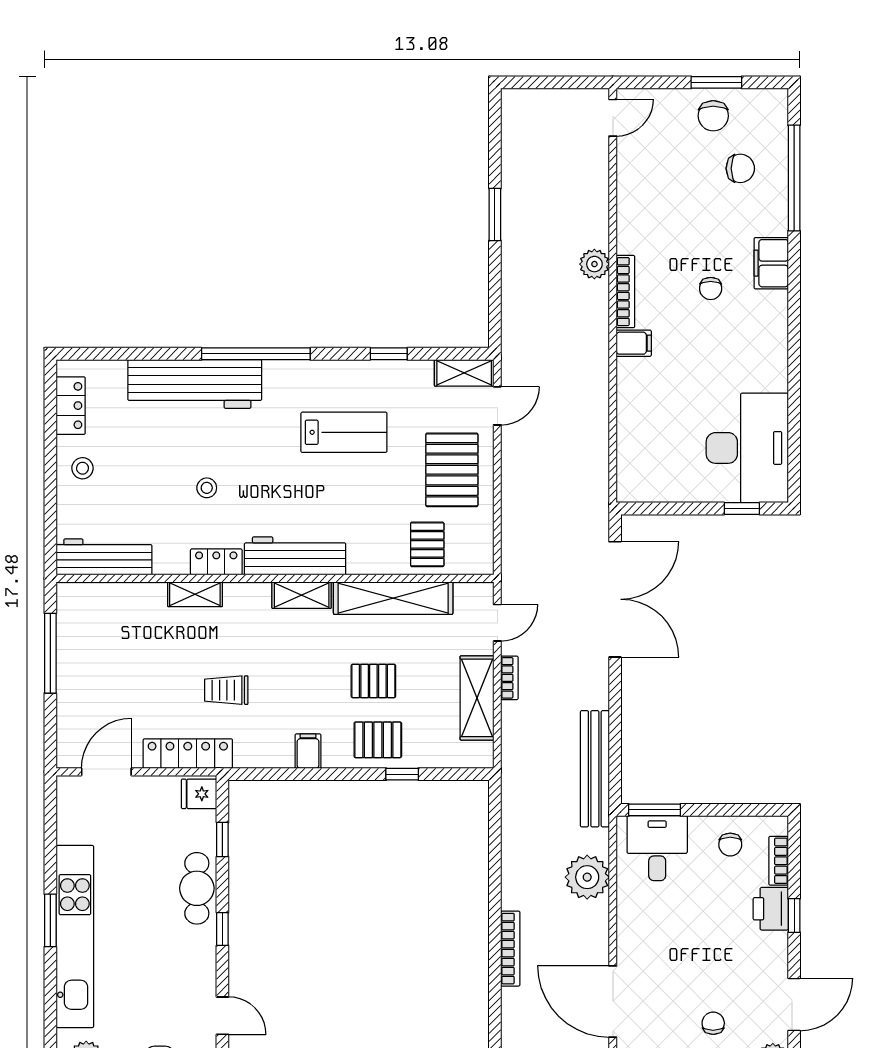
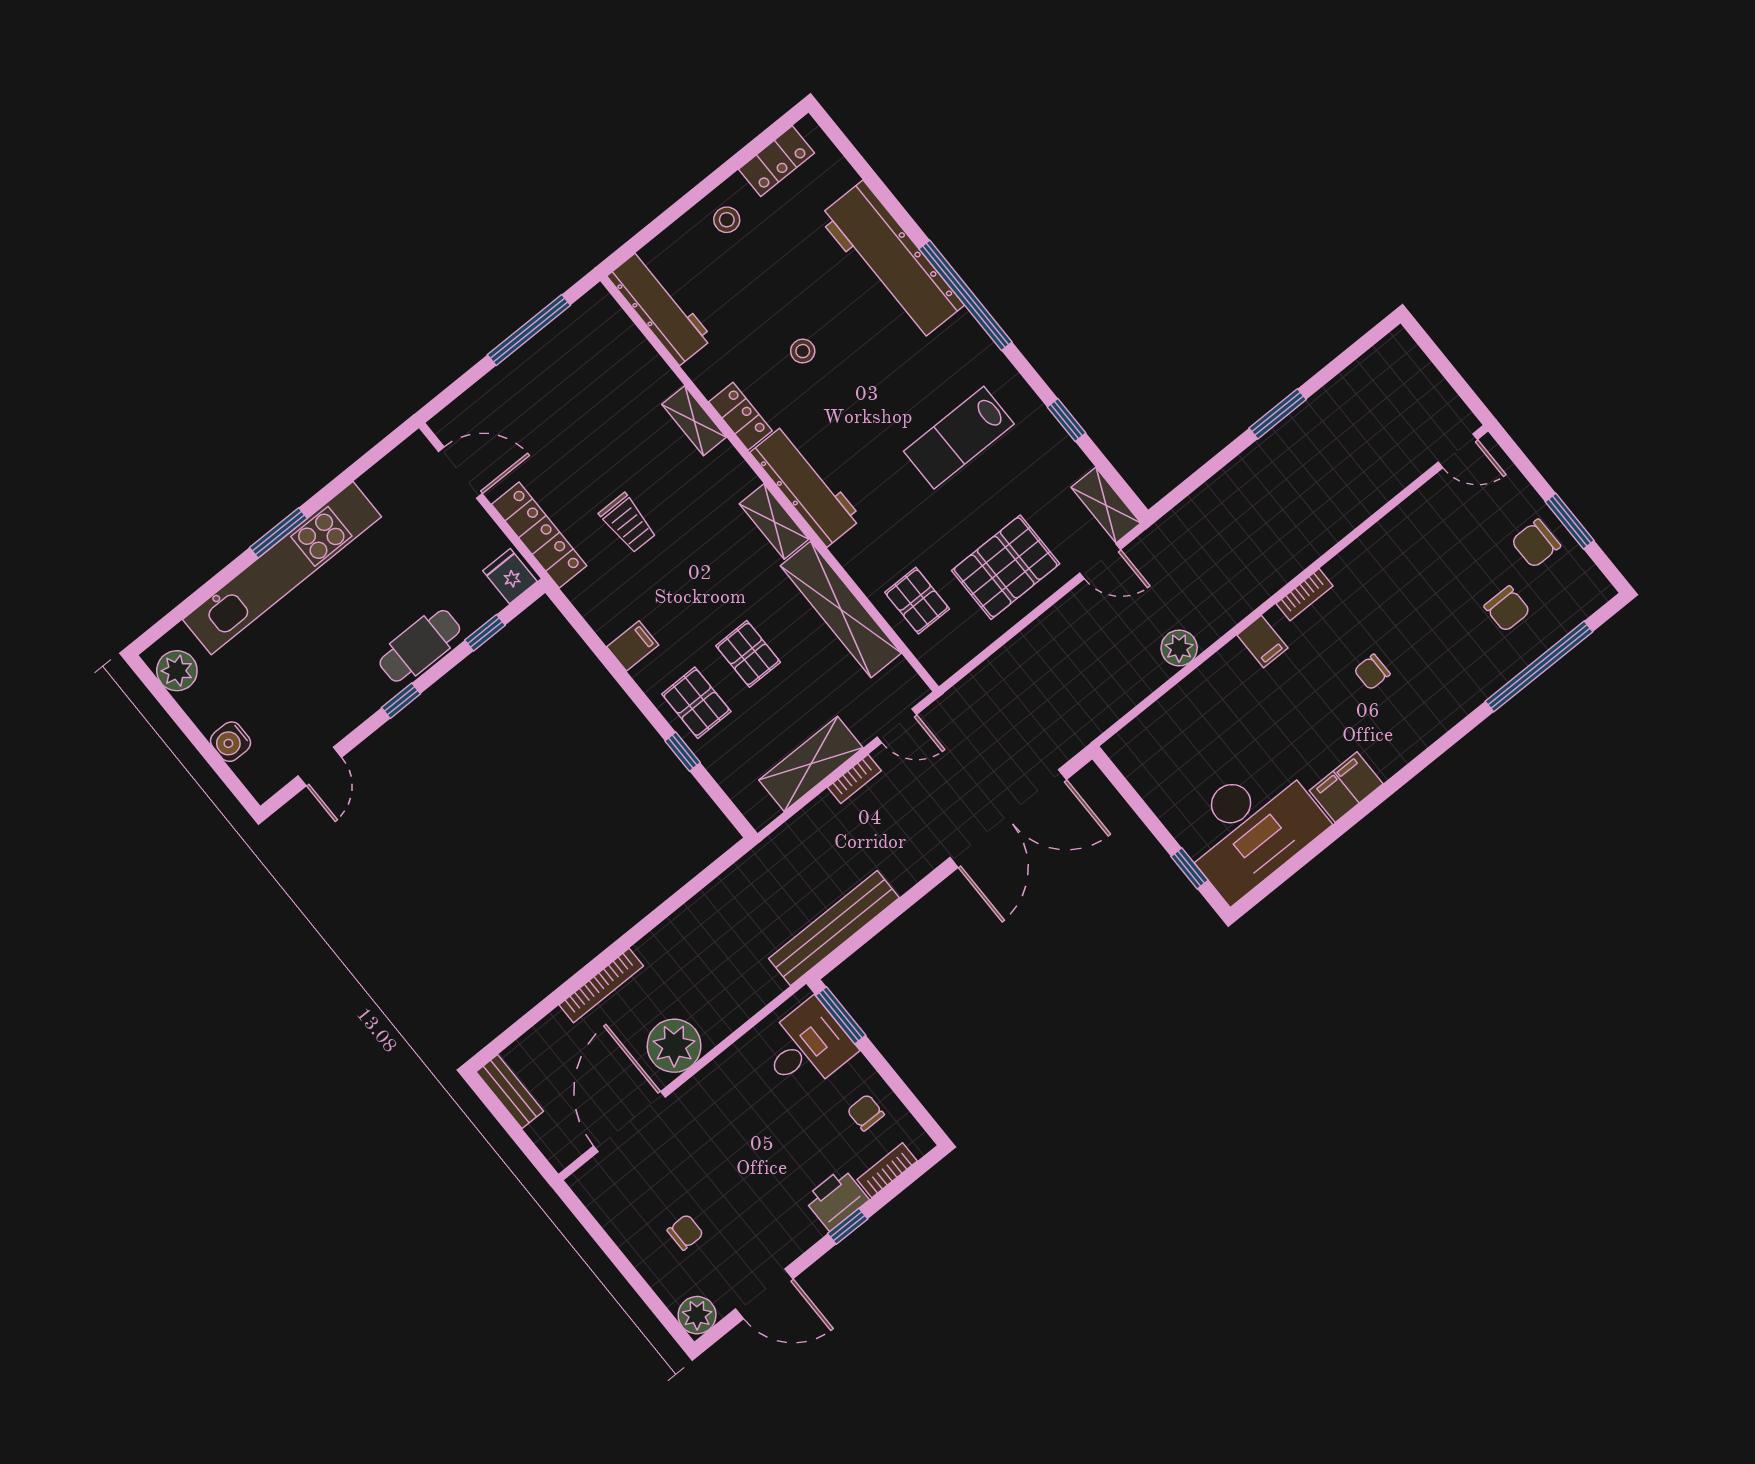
filing cabinet: (771, 263) -> (1346, 787), moved
plant: (594, 264) -> (1179, 648), moved
bookcase: (625, 292) -> (1304, 595), width x0.64
lab bench: (344, 432) -> (959, 438), turned 90
pallet: (427, 544) -> (917, 601), turned 90
trolley: (226, 690) -> (628, 523), turned 180
chair: (730, 845) -> (866, 1113), turned 90
plant: (587, 877) -> (674, 1046), moved

